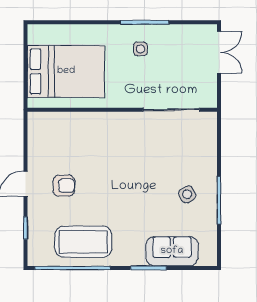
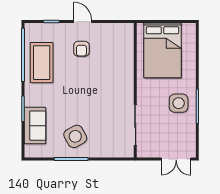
side table: (141, 49) -> (179, 103), width x1.87, depth x1.87
side table: (187, 194) -> (75, 136), width x1.87, depth x1.87

